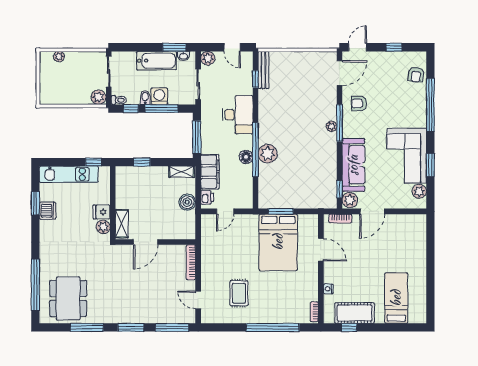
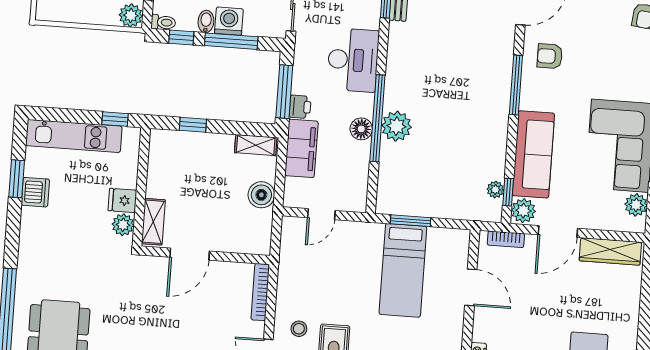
plant: (332, 126) -> (495, 190), moved
printer: (207, 197) -> (300, 107), moved
wardrobe: (405, 221) -> (610, 251), added
bed: (278, 242) -> (403, 270), width x0.67
stool: (217, 283) -> (299, 329), added

